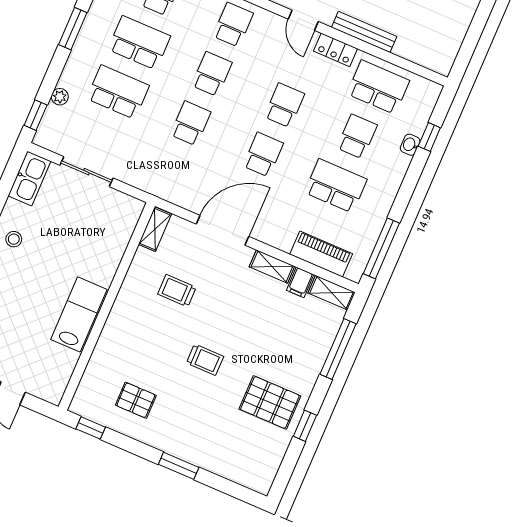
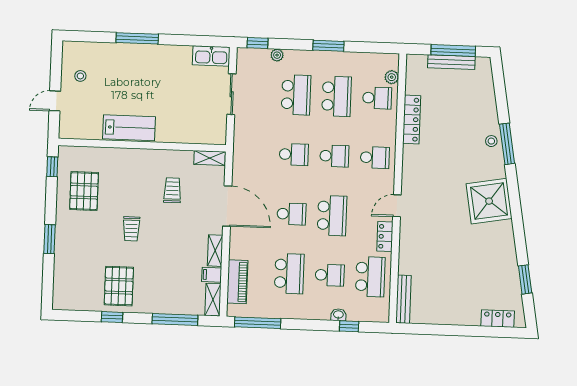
bench: (364, 32) -> (403, 299), moved
school desk: (284, 105) -> (332, 216), width x1.85
stool: (14, 239) -> (164, 61), removed
pallet: (136, 400) -> (84, 191), width x1.50, depth x1.42

